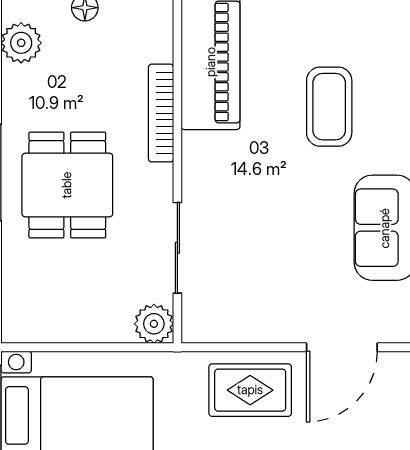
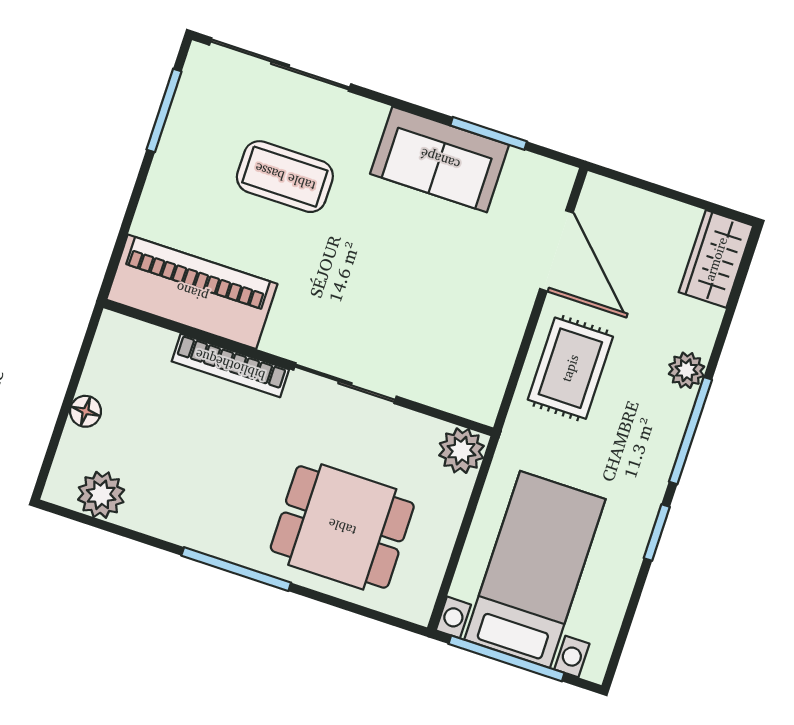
dining table: (67, 185) -> (342, 527), moved
sliding door: (177, 248) -> (345, 383), moved

